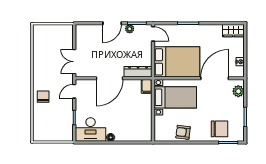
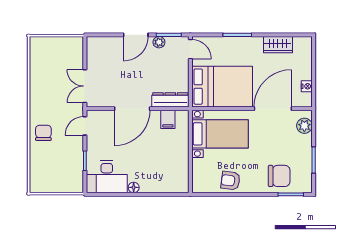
wardrobe: (233, 31) -> (278, 45), moved
filing cabinet: (147, 86) -> (168, 119), moved

